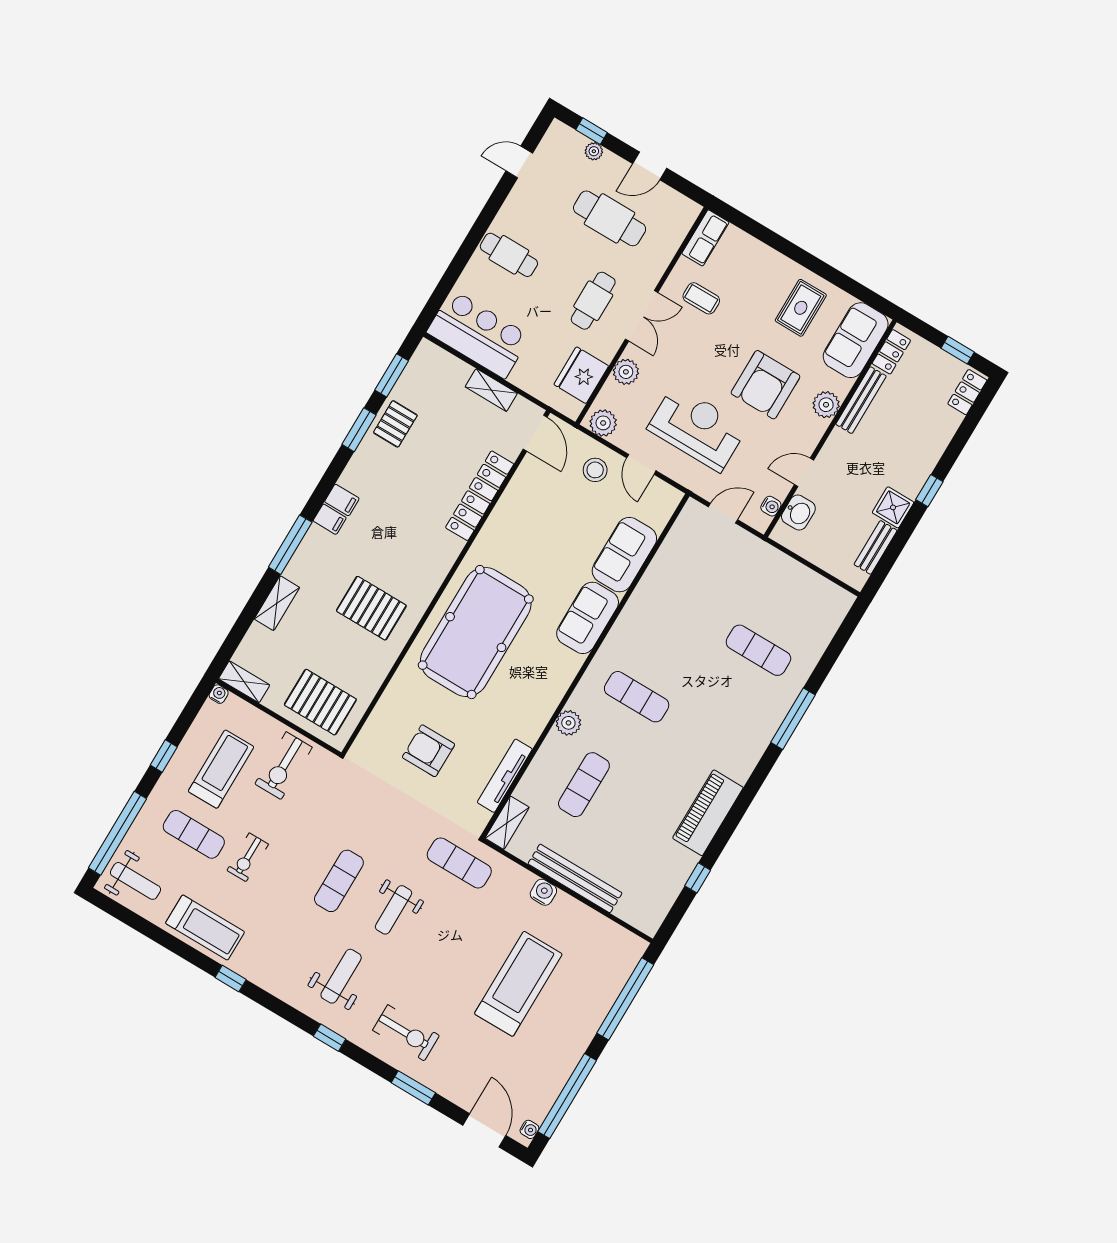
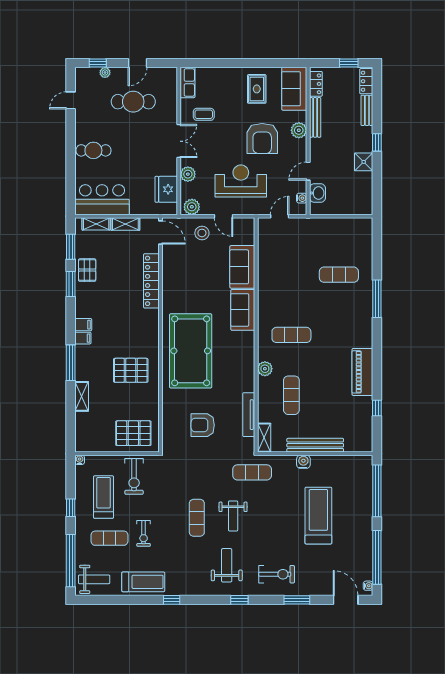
cafe table: (593, 301) -> (150, 148), removed
bench: (876, 547) -> (367, 110), moved
shelving: (244, 682) -> (96, 224), moved

